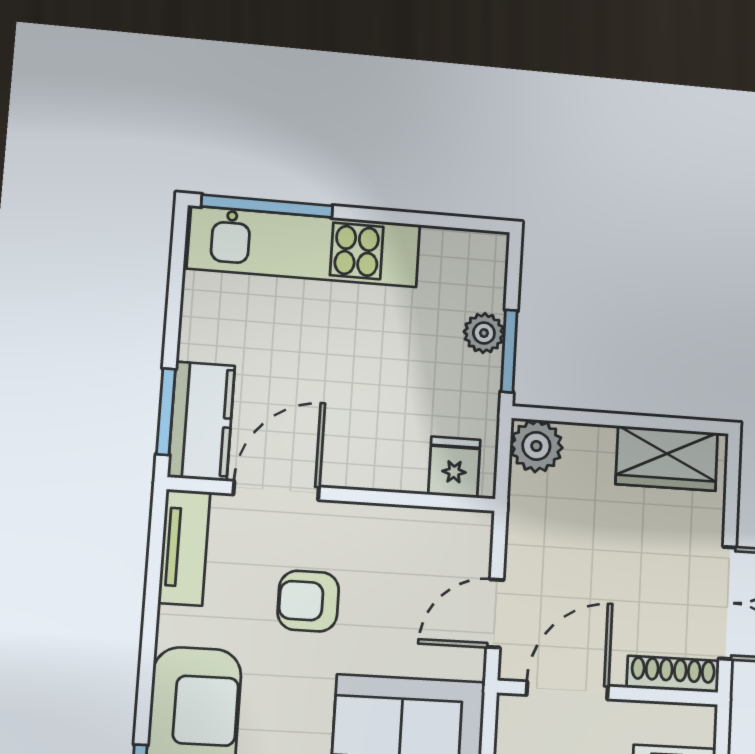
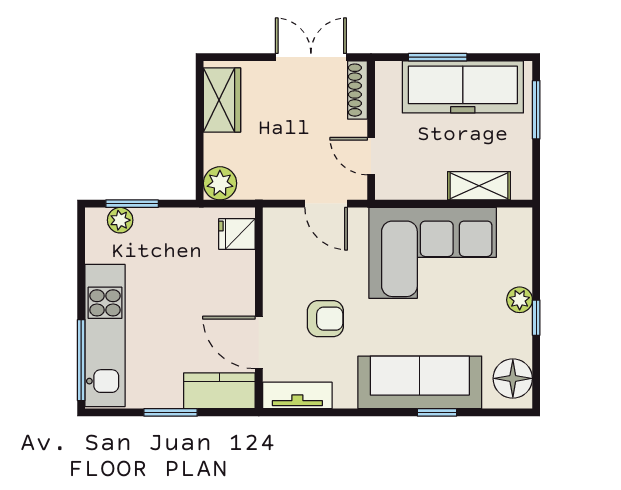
plant: (484, 333) -> (120, 220), moved
window: (509, 351) -> (132, 204), moved
window: (166, 412) -> (171, 412), moved
armchair: (308, 601) -> (325, 319), turned -90
door: (567, 690) -> (371, 156), width x0.73

